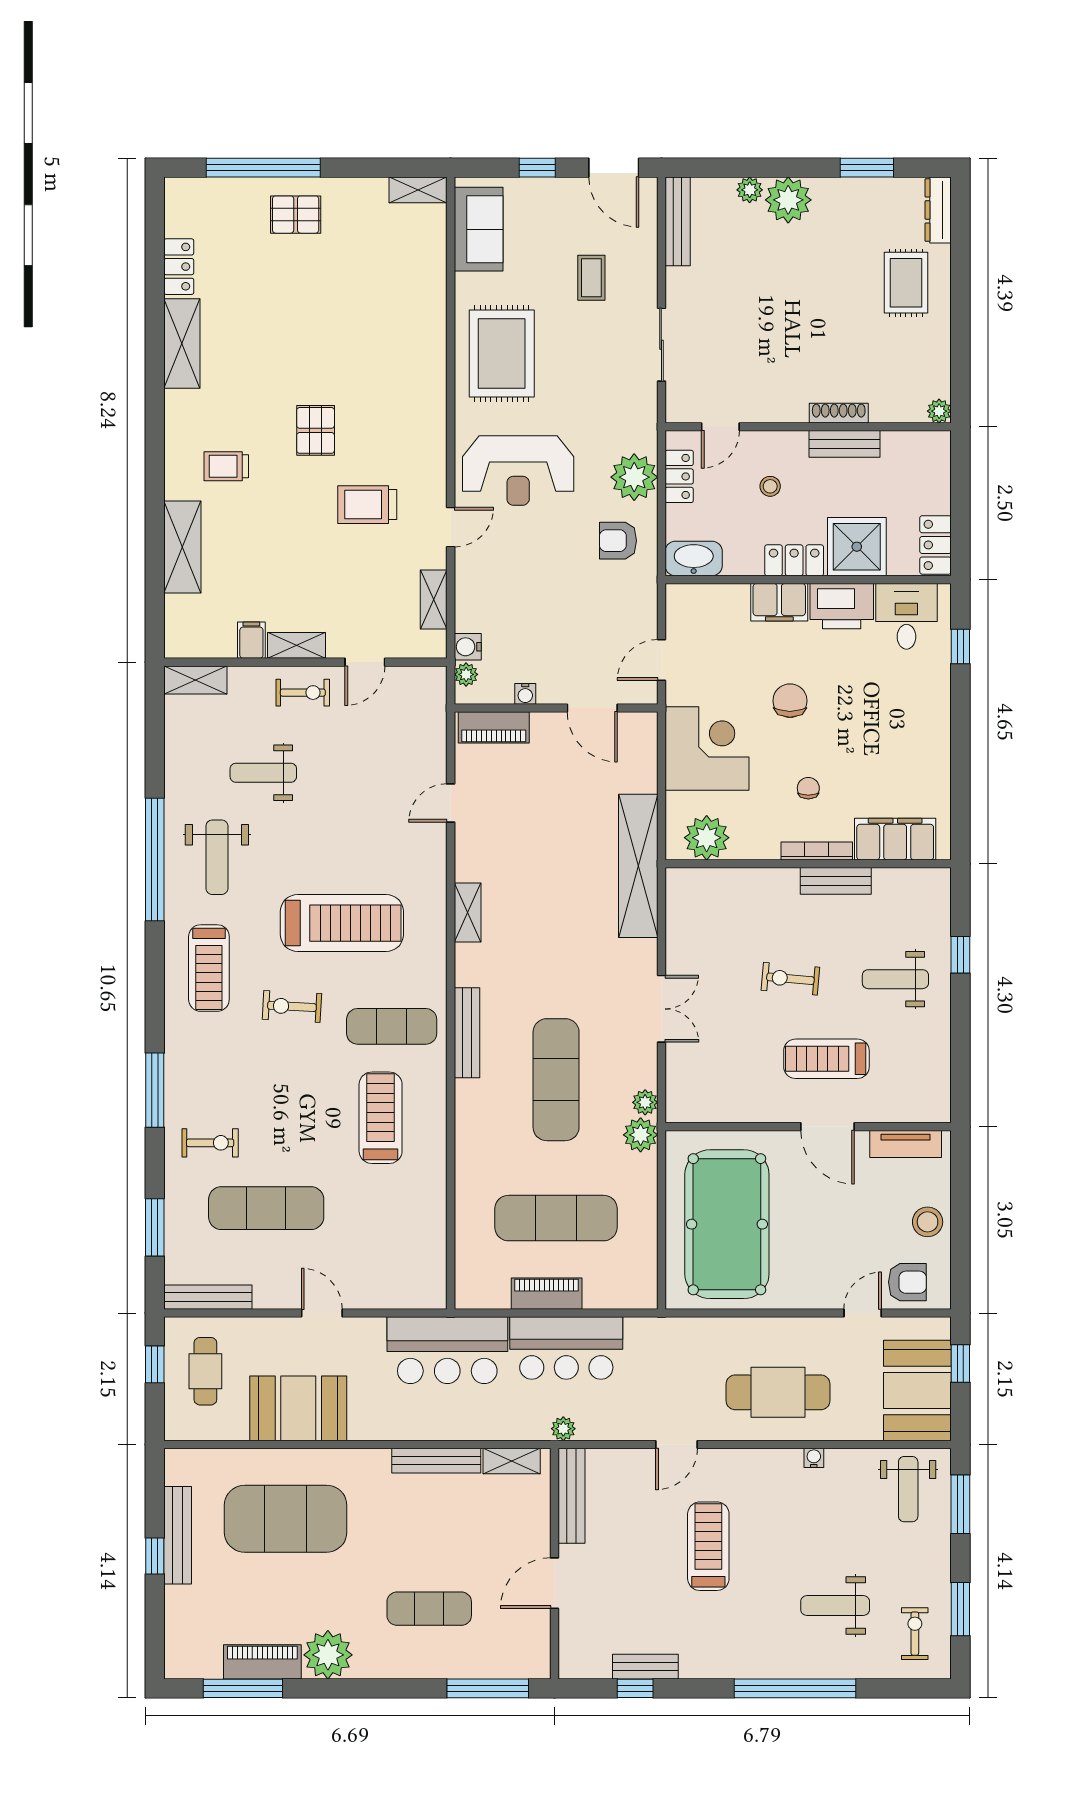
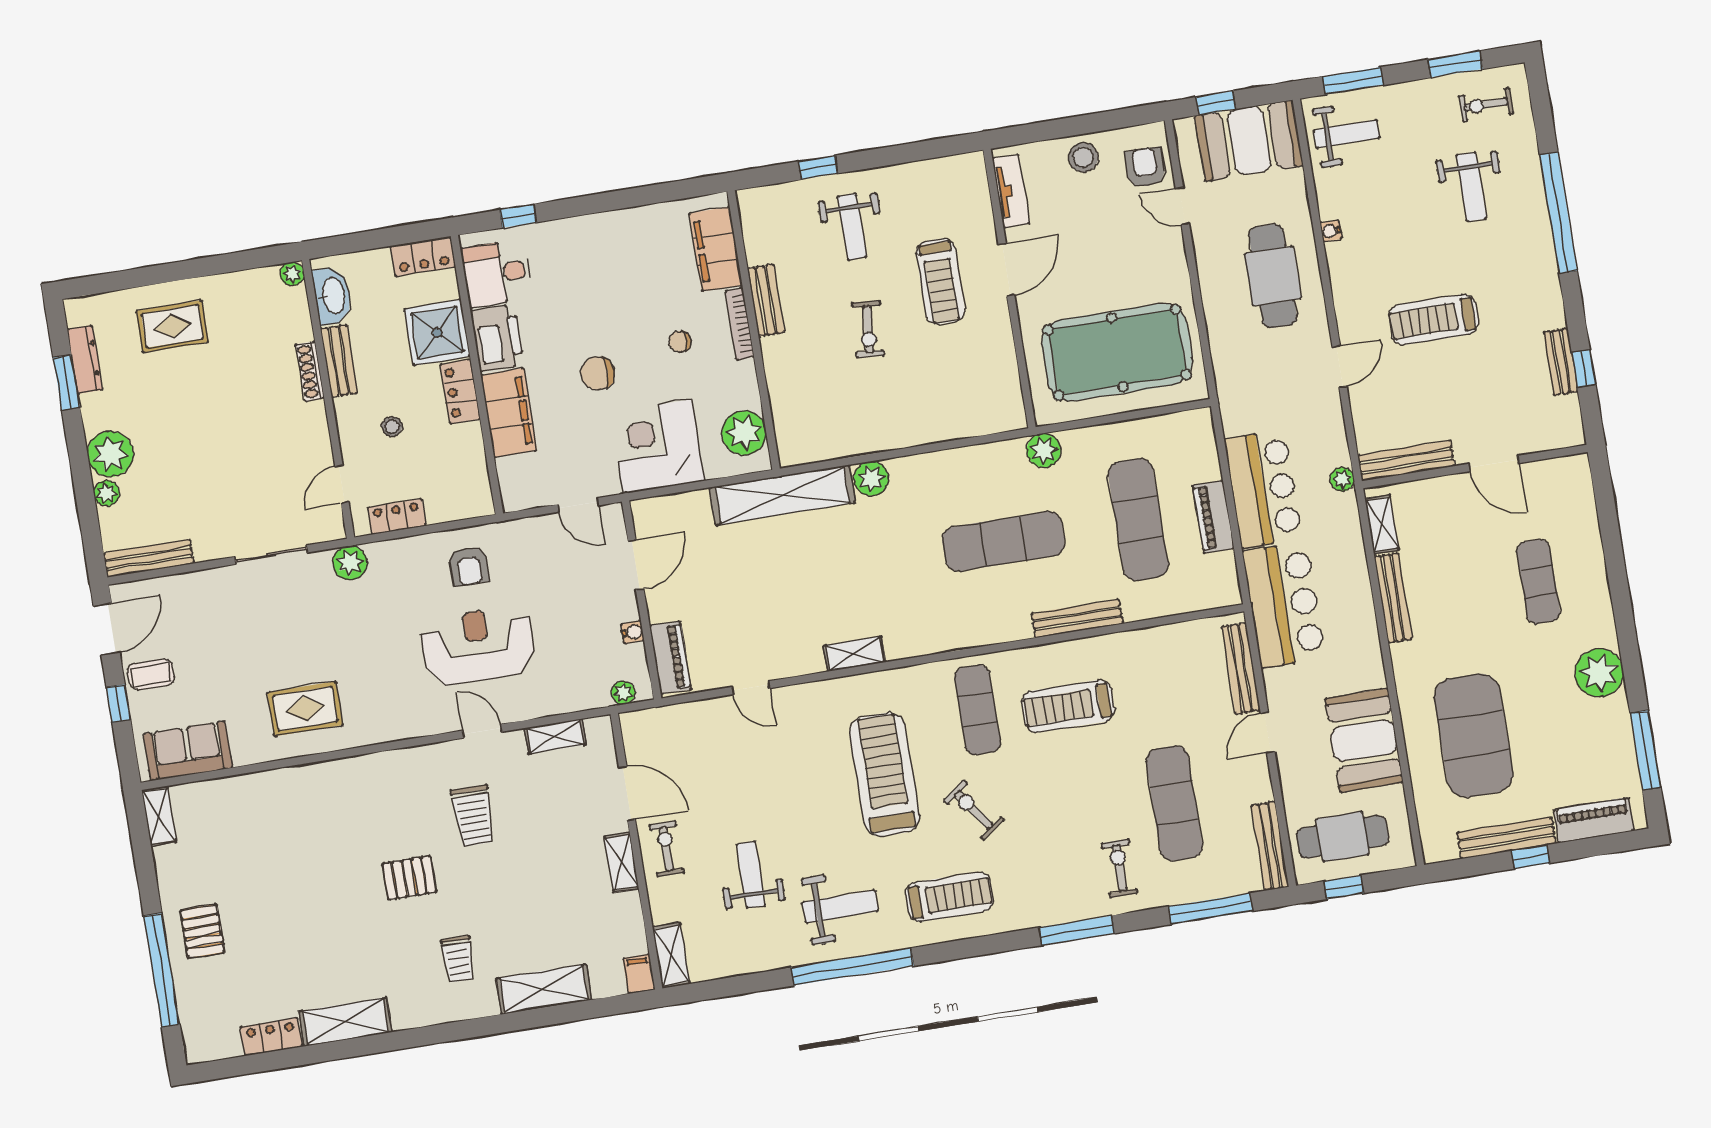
dresser: (938, 210) -> (85, 360), moved, turned -90
coffee table: (591, 278) -> (151, 674), moved
rug: (502, 354) -> (305, 709), width x0.73, depth x0.70
door: (720, 427) -> (342, 484), swing flipped
reception desk: (518, 470) -> (478, 646), moved, turned -90
plant: (634, 477) -> (350, 563), moved, width x0.73, depth x0.73
washbasin: (694, 559) -> (332, 296), moved, turned 180
filing cabinet: (779, 602) -> (509, 413), width x1.50, depth x1.17
filing cabinet: (251, 640) -> (639, 974), moved, turned 90
water cooler: (468, 647) -> (596, 696), removed
door: (365, 662) -> (627, 793), width x1.38
weight bench: (263, 773) -> (751, 875), turned 180
exercise bike: (292, 1006) -> (974, 810), turned 141
double door: (661, 1009) -> (918, 450), removed
bench: (467, 1033) -> (1077, 618), moved
plant: (645, 1102) -> (871, 479), moved, width x1.38, depth x1.38
window: (155, 1227) -> (1210, 909), width x1.44
bench: (390, 1297) -> (1241, 668), added
cafe table: (205, 1371) -> (1343, 837), width x1.37, depth x1.35
door: (677, 1444) -> (1340, 367), hinge flipped
piano: (262, 1662) -> (1594, 820), moved, turned 90
window: (488, 1688) -> (1607, 512), removed

